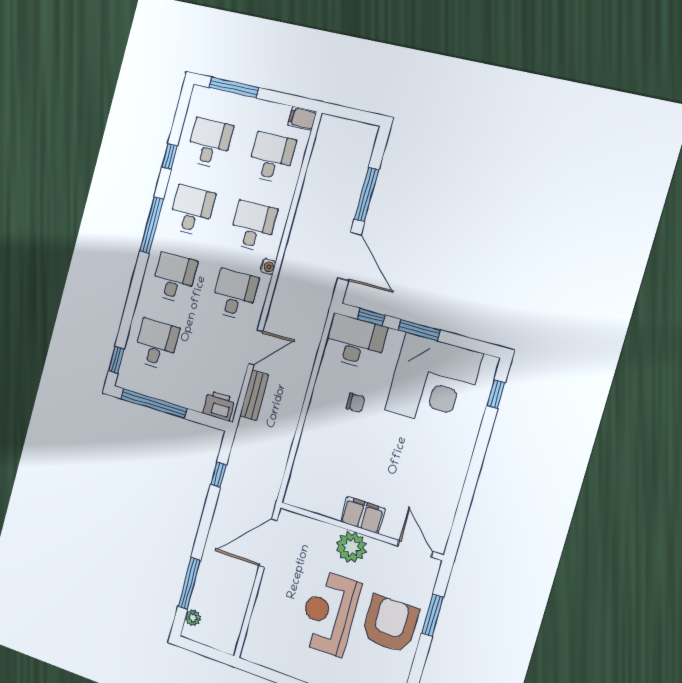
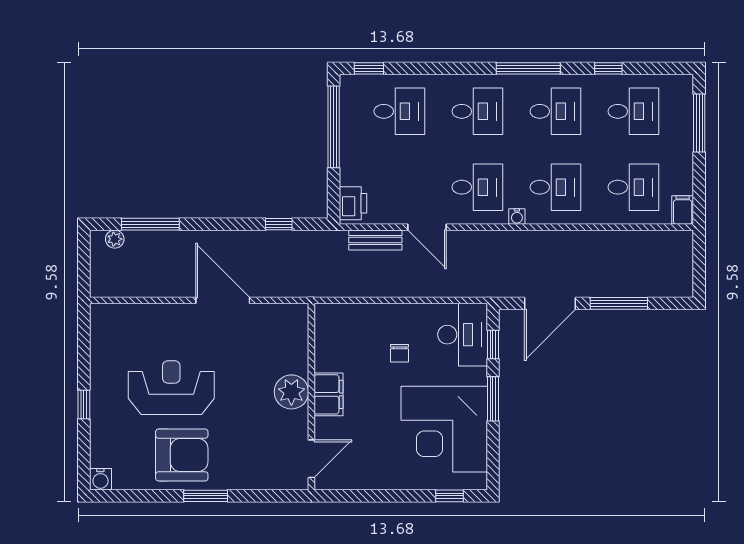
filing cabinet: (363, 515) -> (328, 394), moved
wall: (360, 531) -> (311, 397), moved
plant: (351, 547) -> (291, 392), moved
door: (415, 549) -> (311, 459), moved

